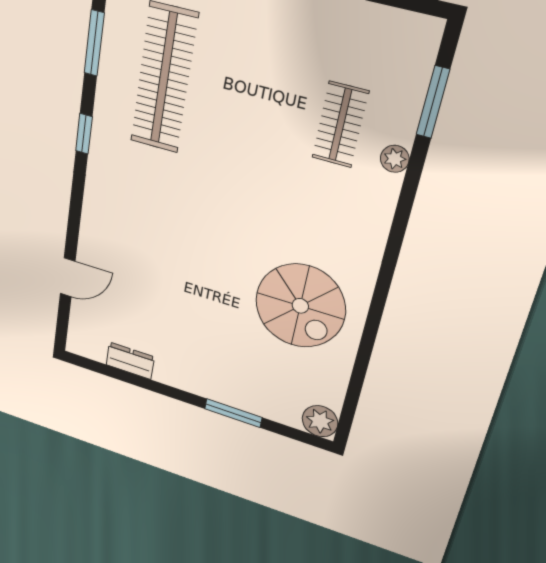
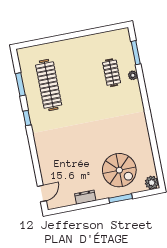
door: (68, 277) -> (42, 193), moved
spiral stairs: (300, 306) -> (119, 170), moved
dresser: (130, 361) -> (85, 197), moved

